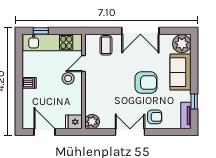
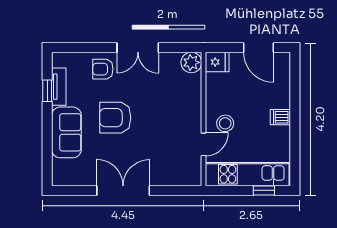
plant: (182, 44) -> (65, 172), removed
coffee table: (106, 45) -> (172, 170), removed
tv unit: (186, 116) -> (59, 87), moved

